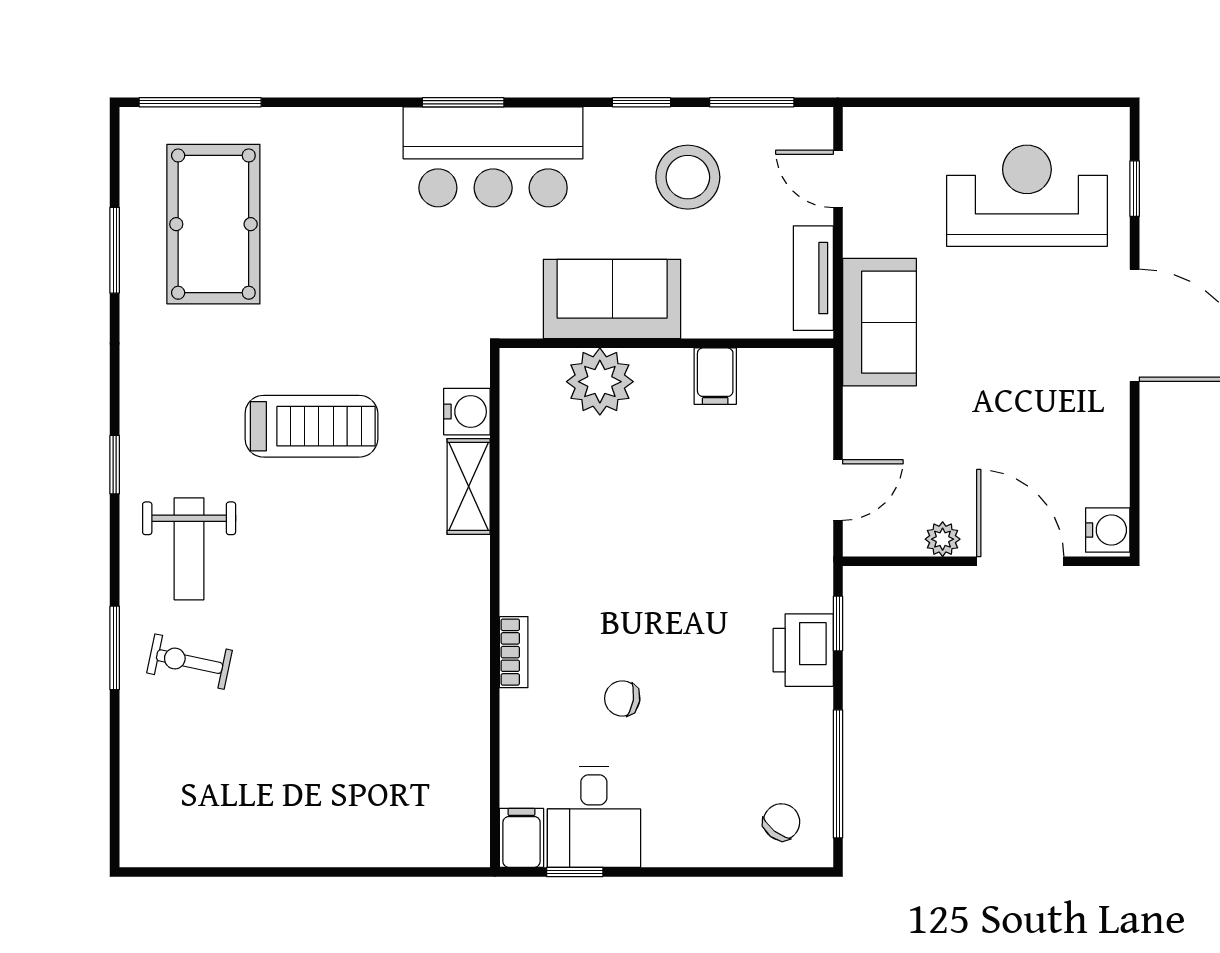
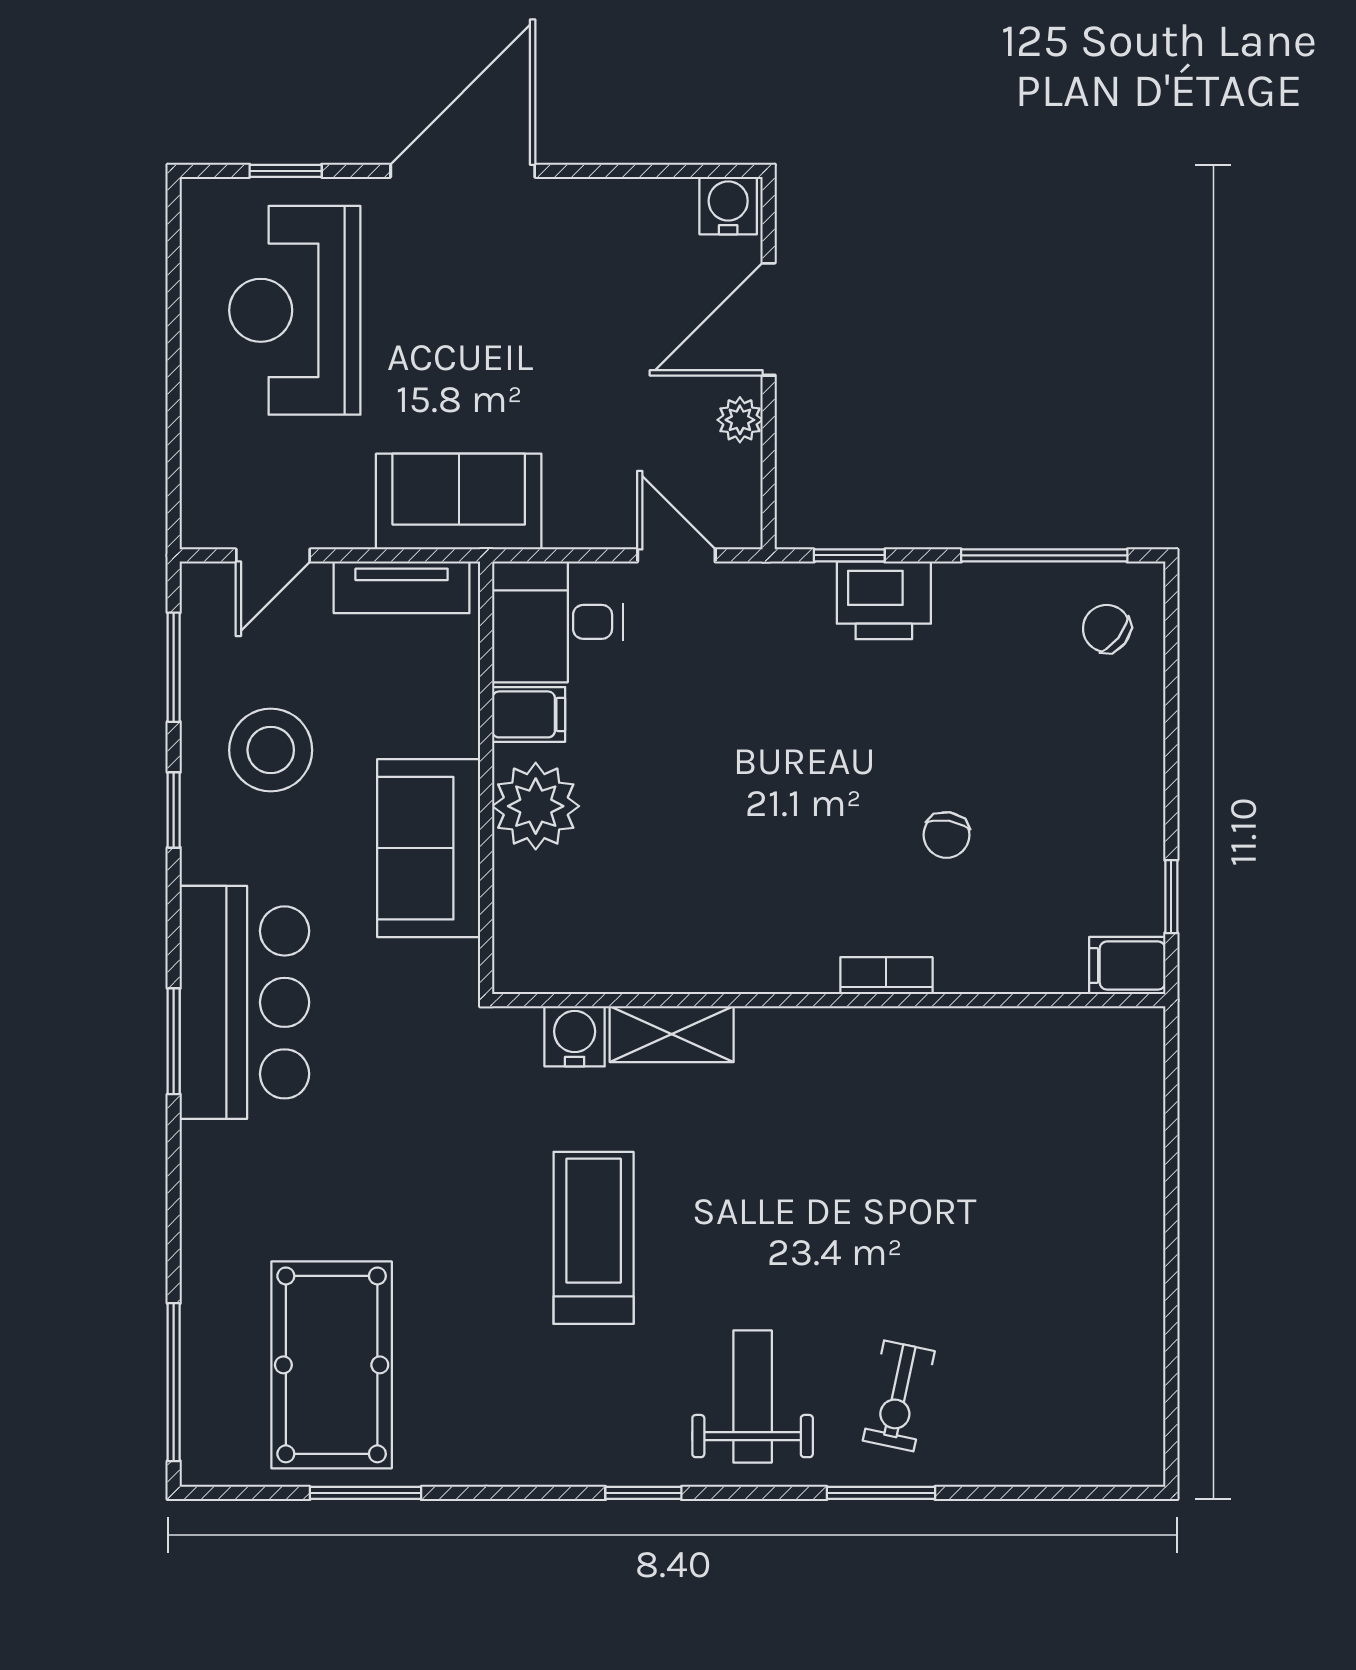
pool table: (213, 224) -> (332, 1365), turned 90
plant: (600, 382) -> (536, 806), moved
weight bench: (189, 549) -> (753, 1396), turned -90
desk: (594, 817) -> (557, 622), moved, turned 180

